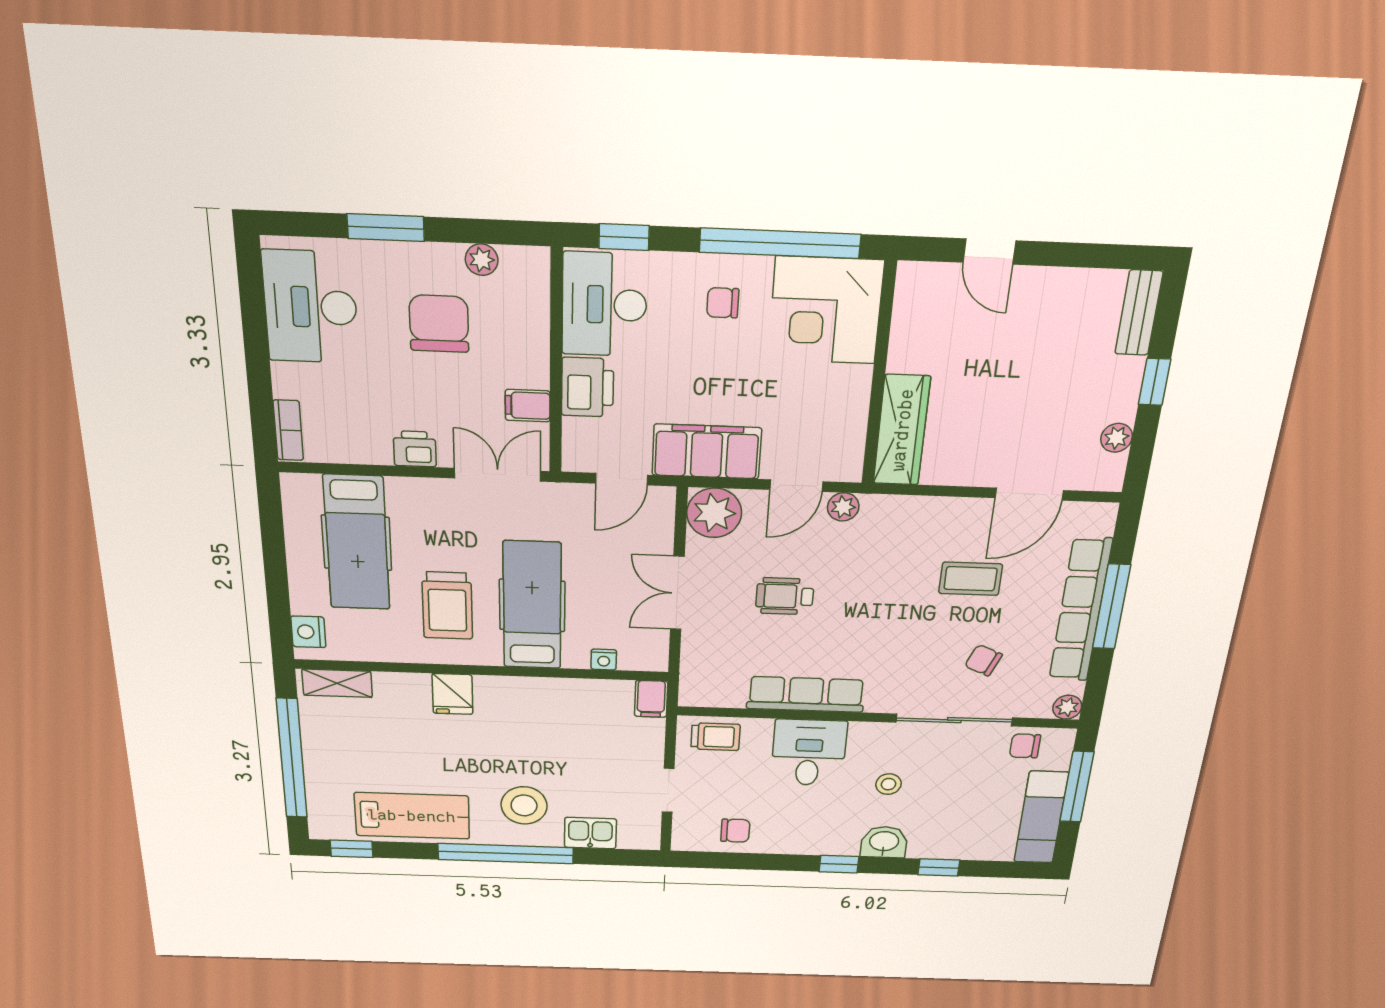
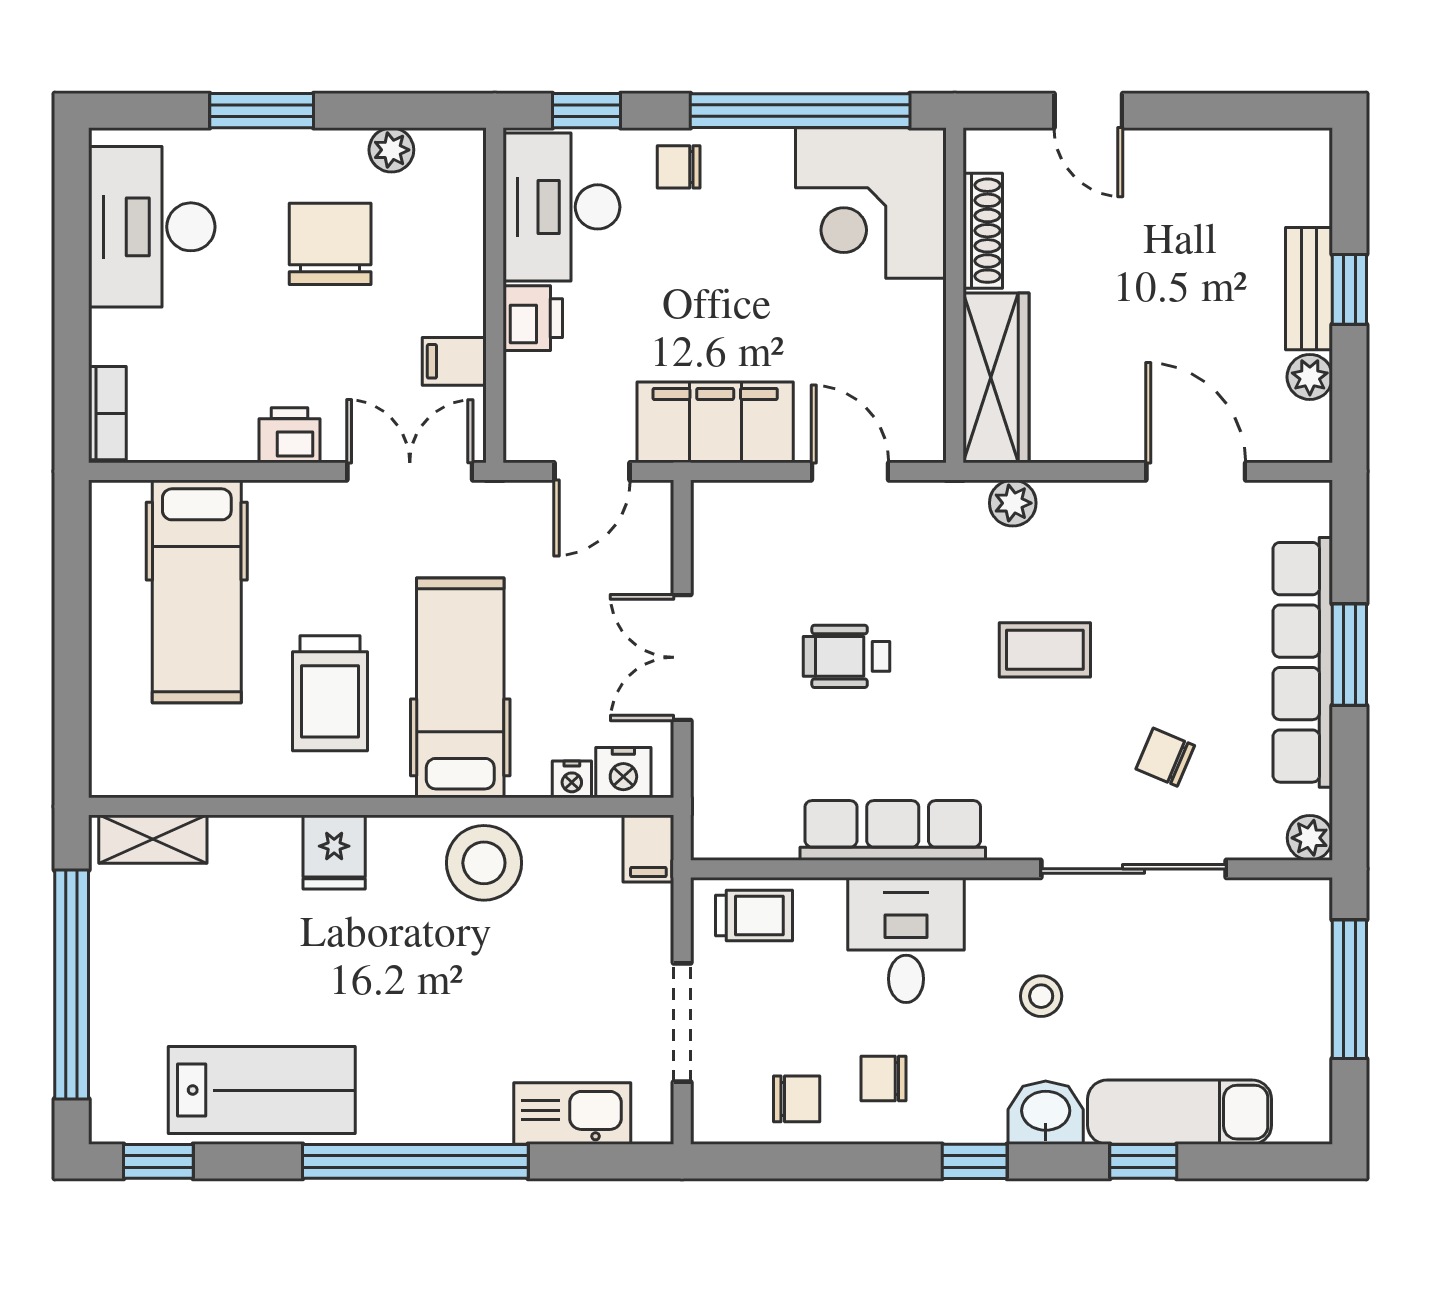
chair: (723, 303) -> (679, 167), moved
bench: (1139, 313) -> (1309, 289), moved
shoe rack: (903, 332) -> (983, 231), added
printer: (588, 387) -> (533, 318), width x0.73, depth x0.81
door: (796, 486) -> (850, 471), swing flipped
door: (1029, 494) -> (1196, 471), swing flipped
plant: (843, 507) -> (1013, 503), moved
plant: (714, 513) -> (731, 520), removed
coffee table: (971, 579) -> (1045, 650), moved
window: (1111, 607) -> (1349, 655), width x0.69
nightstand: (308, 632) -> (623, 773), moved, turned -90
chair: (1025, 746) -> (883, 1078), moved
doorway: (668, 790) -> (682, 1022), width x1.38
stool: (524, 805) -> (484, 863), moved
exam couch: (1041, 817) -> (1180, 1112), moved, turned 90
kitchen sink: (590, 833) -> (572, 1114), width x1.38

